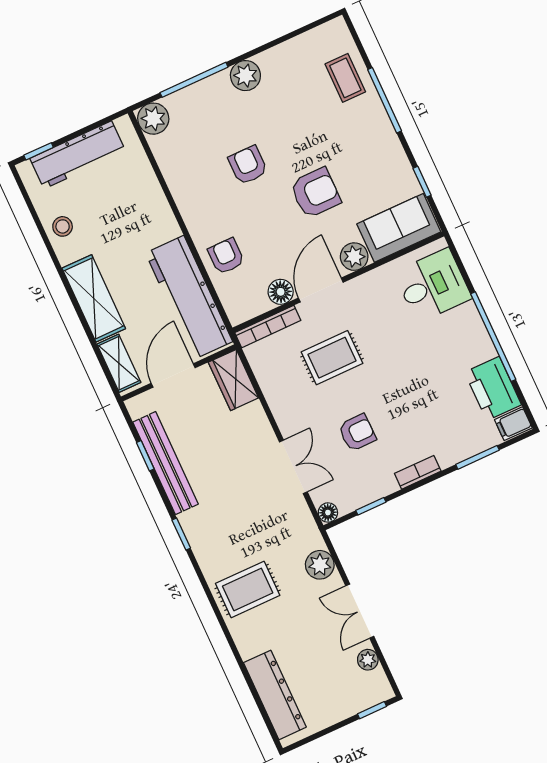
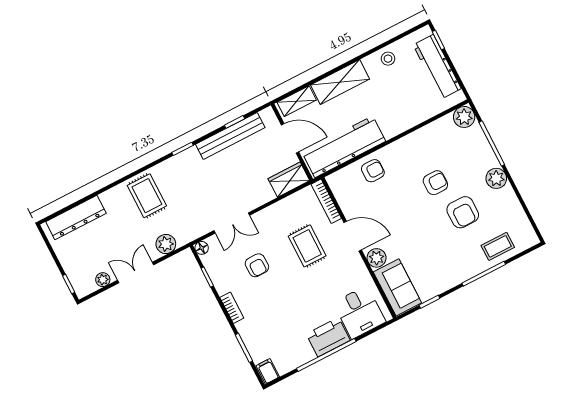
armchair: (315, 193) -> (463, 212), moved
floor lamp: (281, 292) -> (350, 209), removed
printer: (493, 388) -> (328, 337), moved

